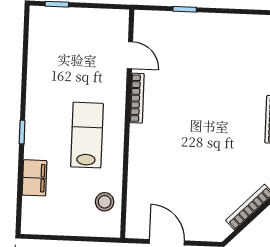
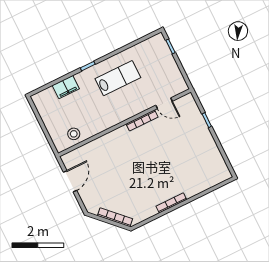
door: (130, 55) -> (164, 103), hinge flipped
lab bench: (87, 135) -> (118, 78), moved

